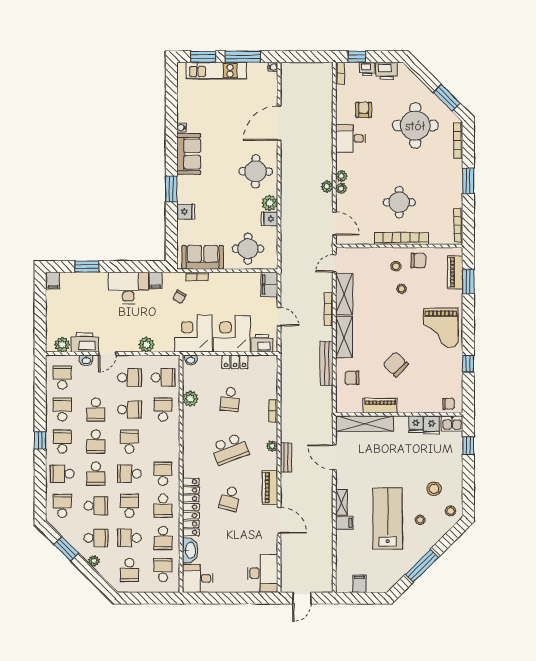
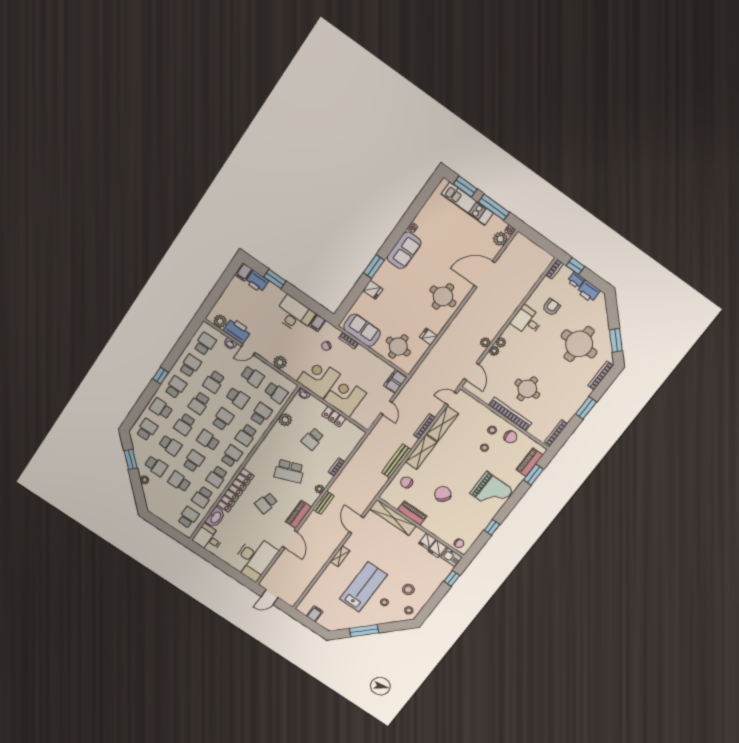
plant: (270, 203) -> (500, 239), moved
grand piano: (441, 328) -> (492, 492), turned -90
printer: (262, 343) -> (257, 282), moved, turned 180
filing cabinet: (344, 523) -> (332, 570), removed
school desk: (129, 570) -> (246, 435), moved
desk: (263, 573) -> (254, 558), width x1.36, depth x1.30

